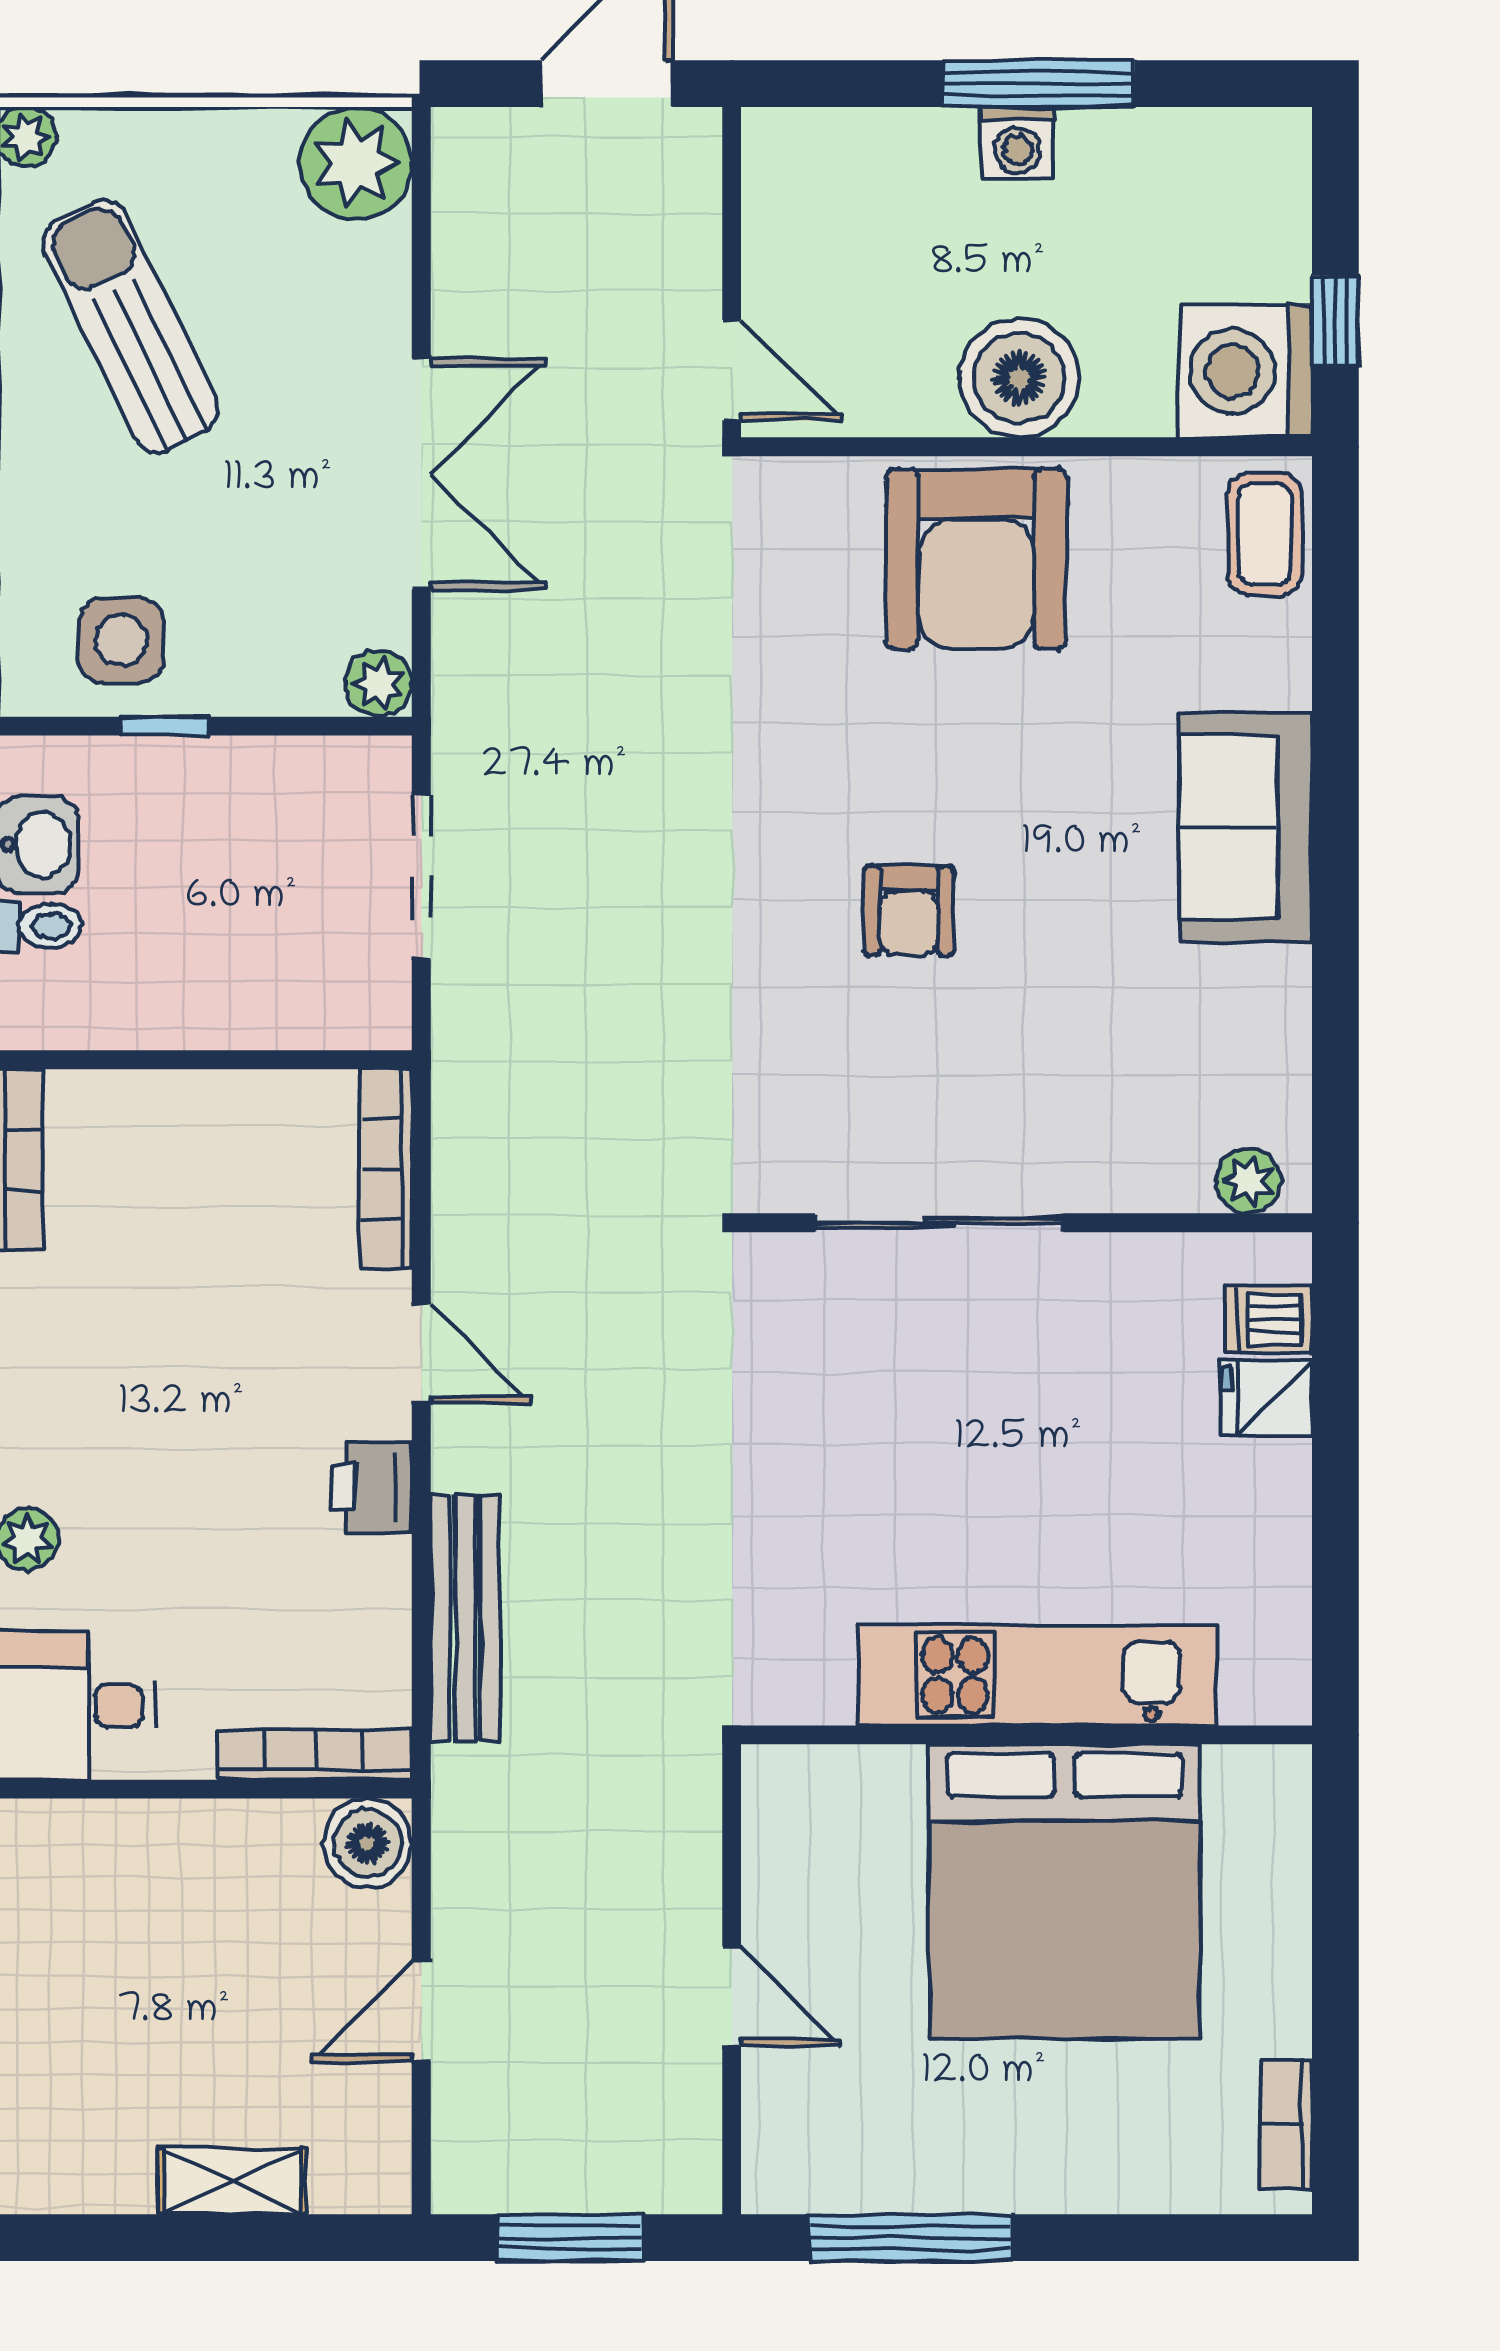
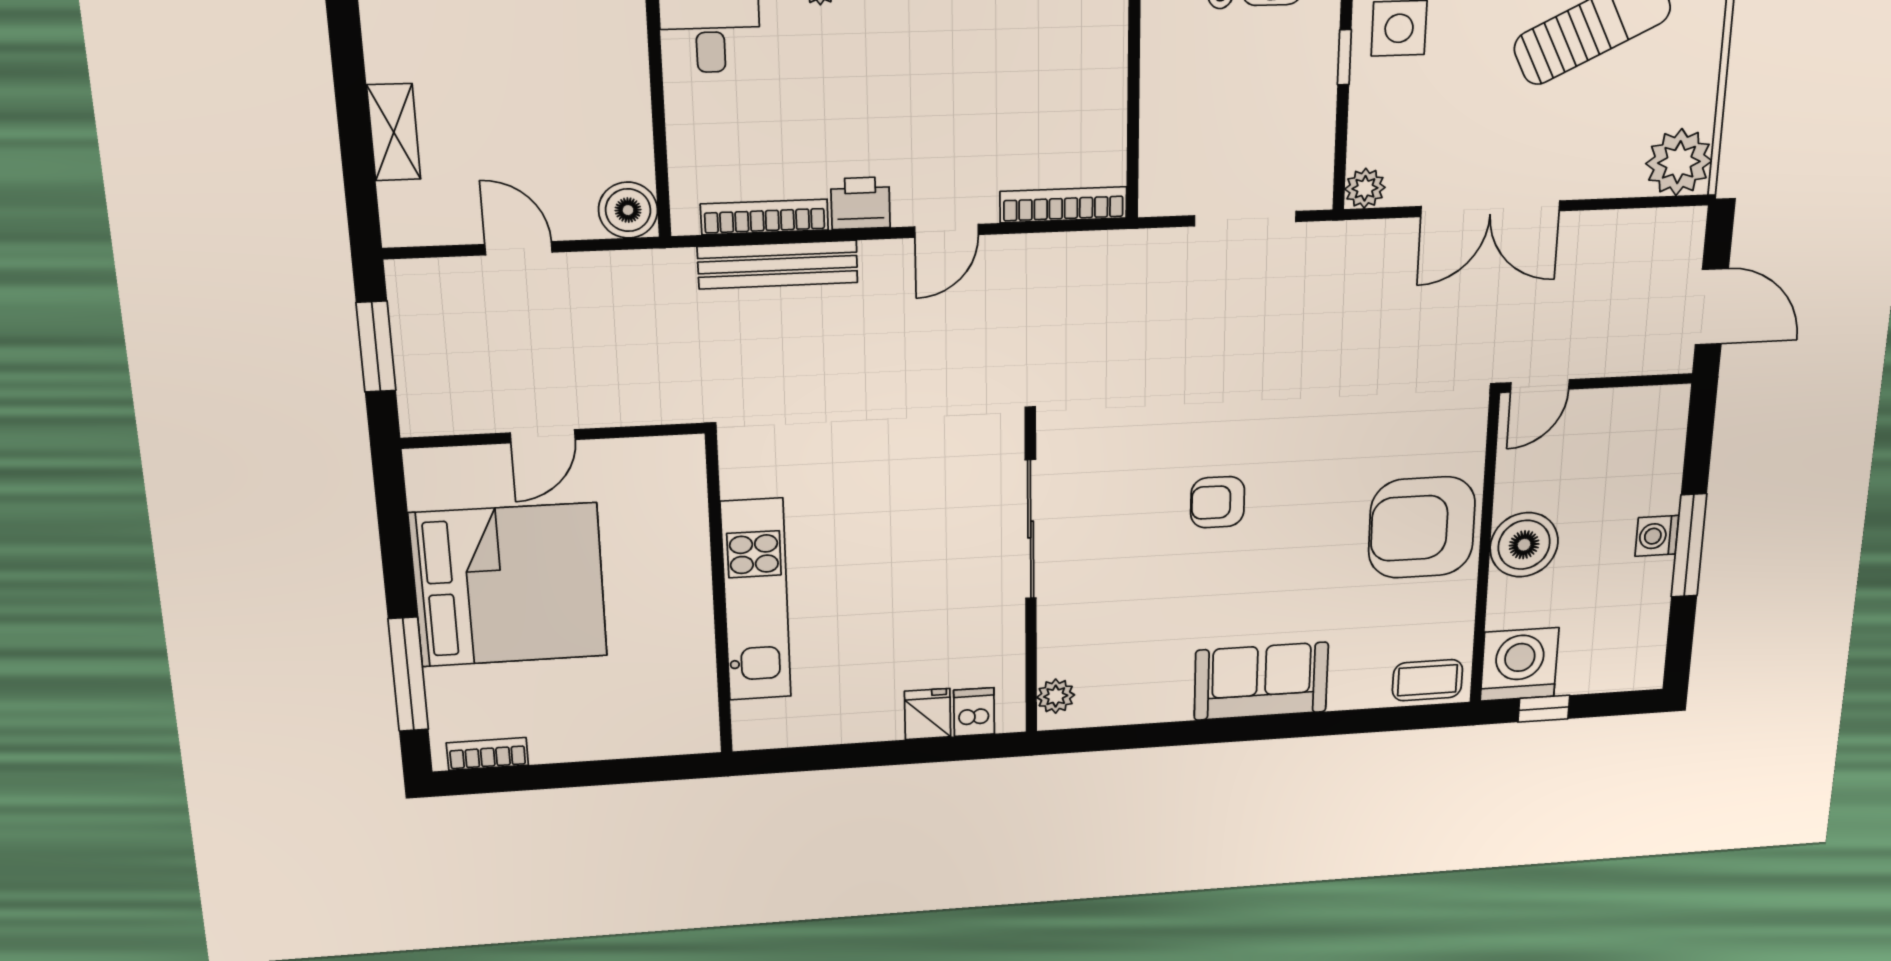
bookcase: (315, 1755) -> (765, 217), moved, turned -90
bed: (1064, 1891) -> (509, 585), moved, turned 180
window: (911, 2238) -> (408, 674), moved

